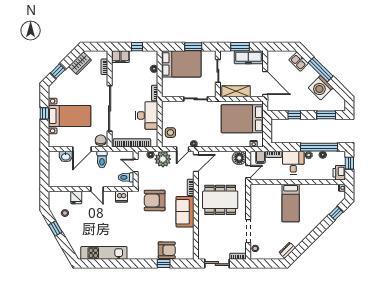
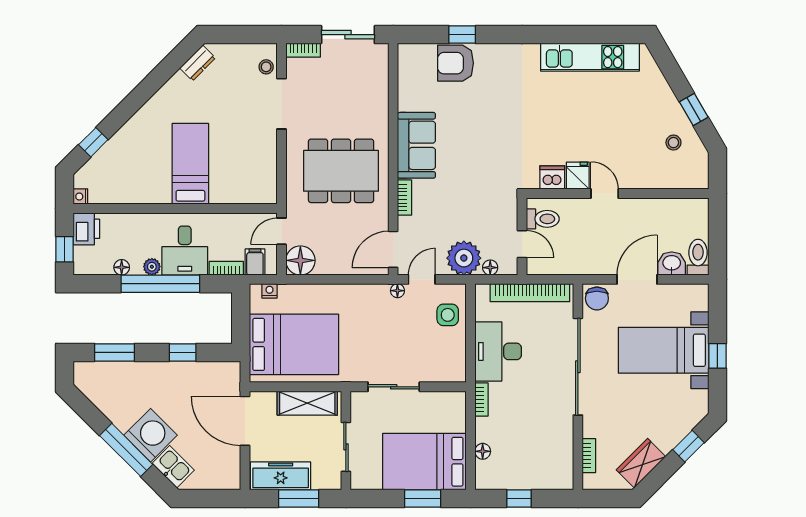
window: (193, 47) -> (423, 498), moved
filing cabinet: (120, 57) -> (555, 477), removed
washing machine: (321, 88) -> (151, 435), moved
window: (319, 147) -> (160, 284), moved
toilet: (102, 159) -> (698, 257), moved
fridge: (76, 198) -> (578, 176), moved
armchair: (155, 200) -> (481, 170), removed

